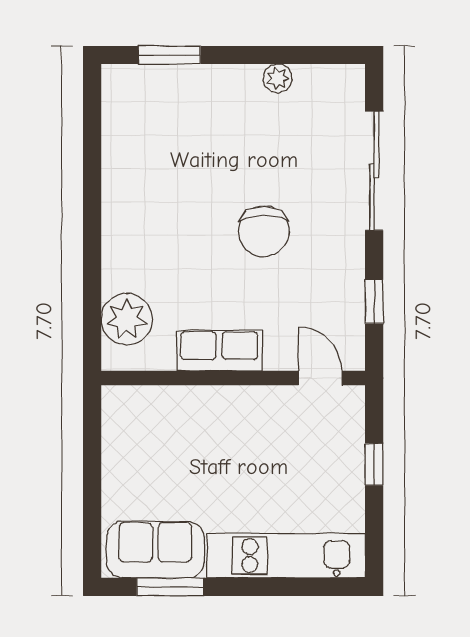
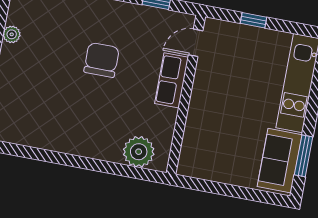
chair: (264, 231) -> (102, 60), turned -90
row of seats: (219, 351) -> (172, 80), moved

